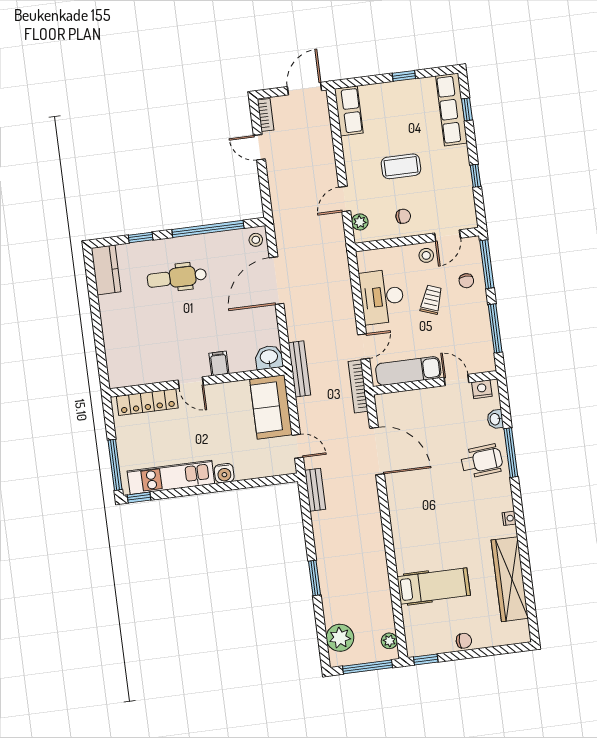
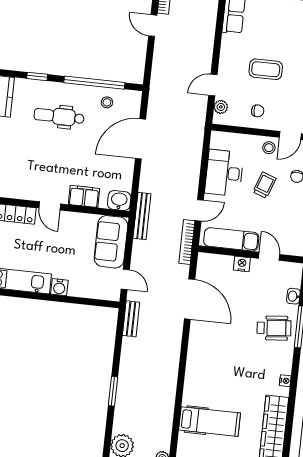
stool: (256, 240) -> (107, 102), moved
filing cabinet: (219, 363) -> (84, 196), width x2.00
nightstand: (482, 389) -> (242, 264), moved

